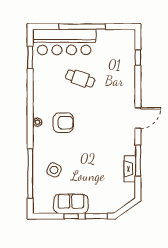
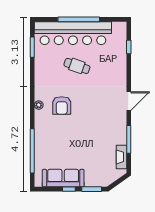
bar counter: (64, 42) -> (73, 33), width x1.36
armchair: (63, 123) -> (62, 105), turned 90
fireplace: (130, 169) -> (121, 157), moved
side table: (54, 170) -> (54, 148), removed
sofa: (71, 204) -> (63, 178), width x1.36

